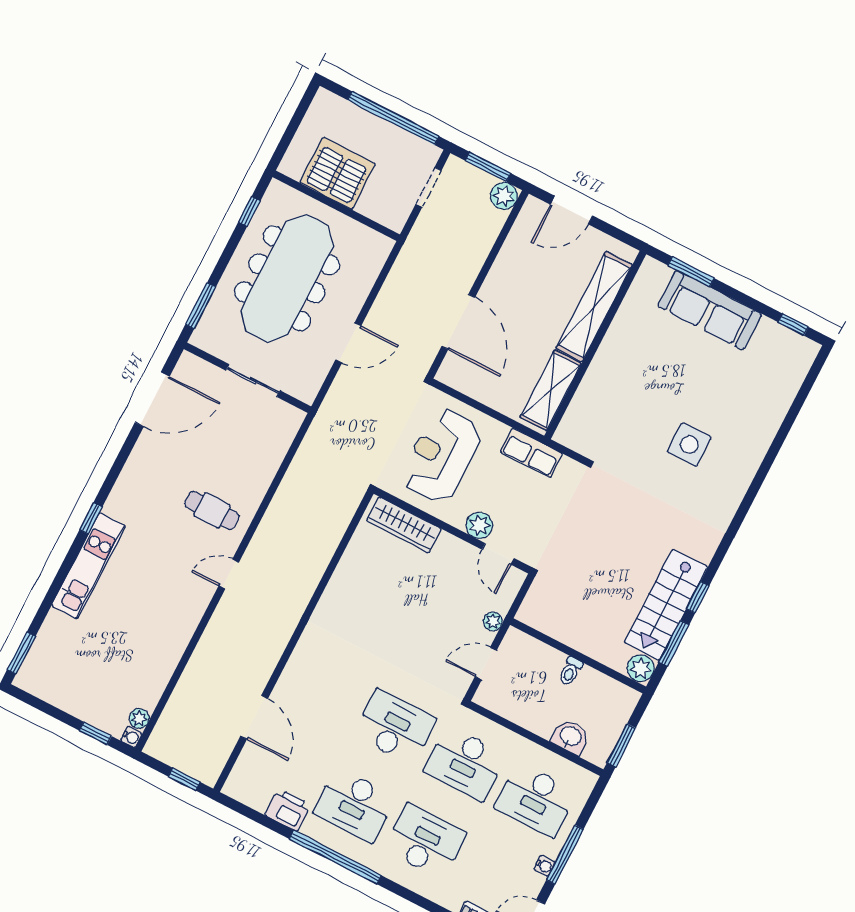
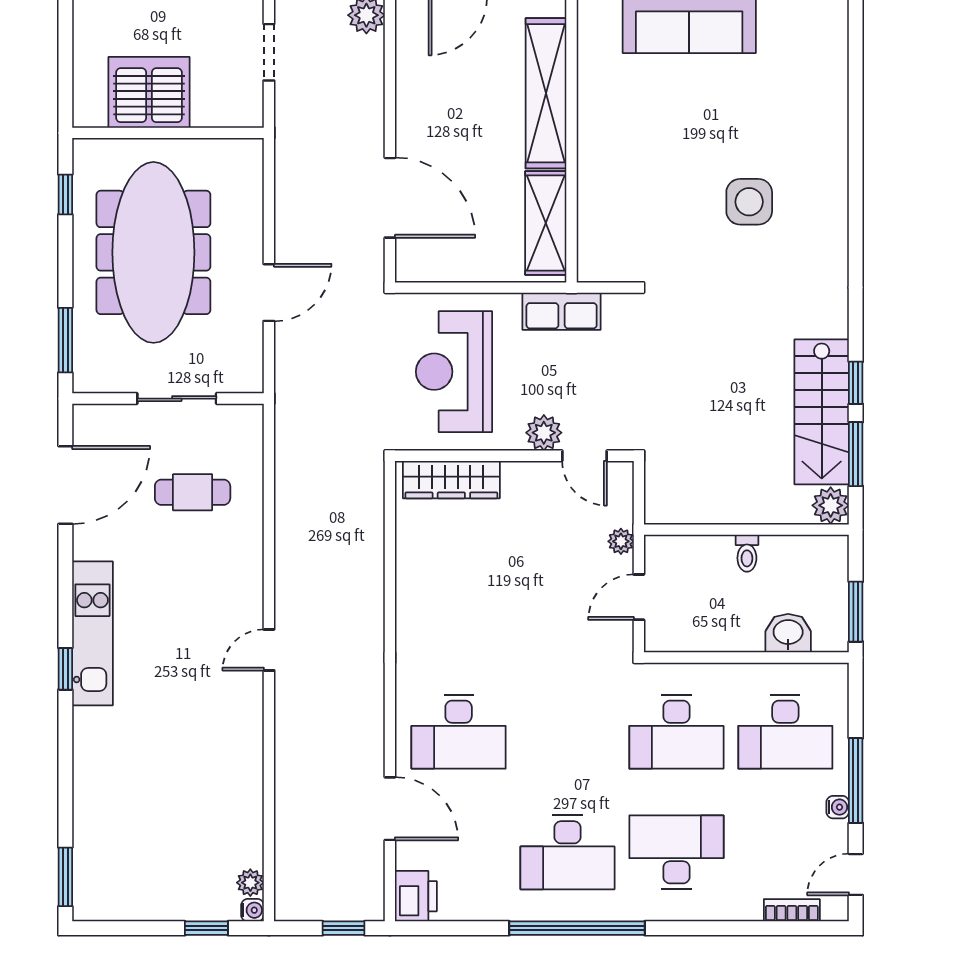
cafe table: (212, 510) -> (193, 492), moved
kitchen unit: (89, 566) -> (92, 633), moved
desk: (395, 727) -> (459, 732), moved, turned 180
printer: (288, 810) -> (416, 896), moved, turned 90

